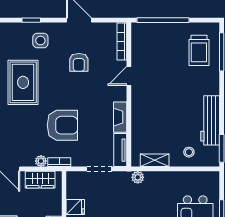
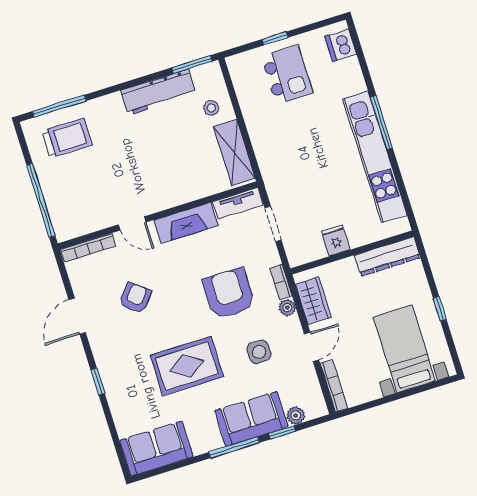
side table: (40, 41) -> (259, 352), moved
armchair: (79, 62) -> (135, 298), turned -51
fireplace: (120, 117) -> (186, 223), width x1.37, depth x1.32
shelving: (155, 160) -> (234, 152), width x1.50, depth x1.33
plant: (138, 177) -> (268, 167), removed

